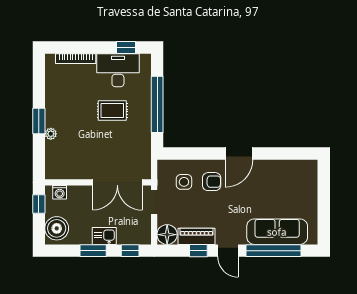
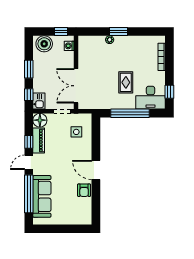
desk: (118, 70) -> (151, 98), moved, turned 90
armchair: (212, 182) -> (84, 190), moved
kitchen sink: (104, 236) -> (39, 101), moved

